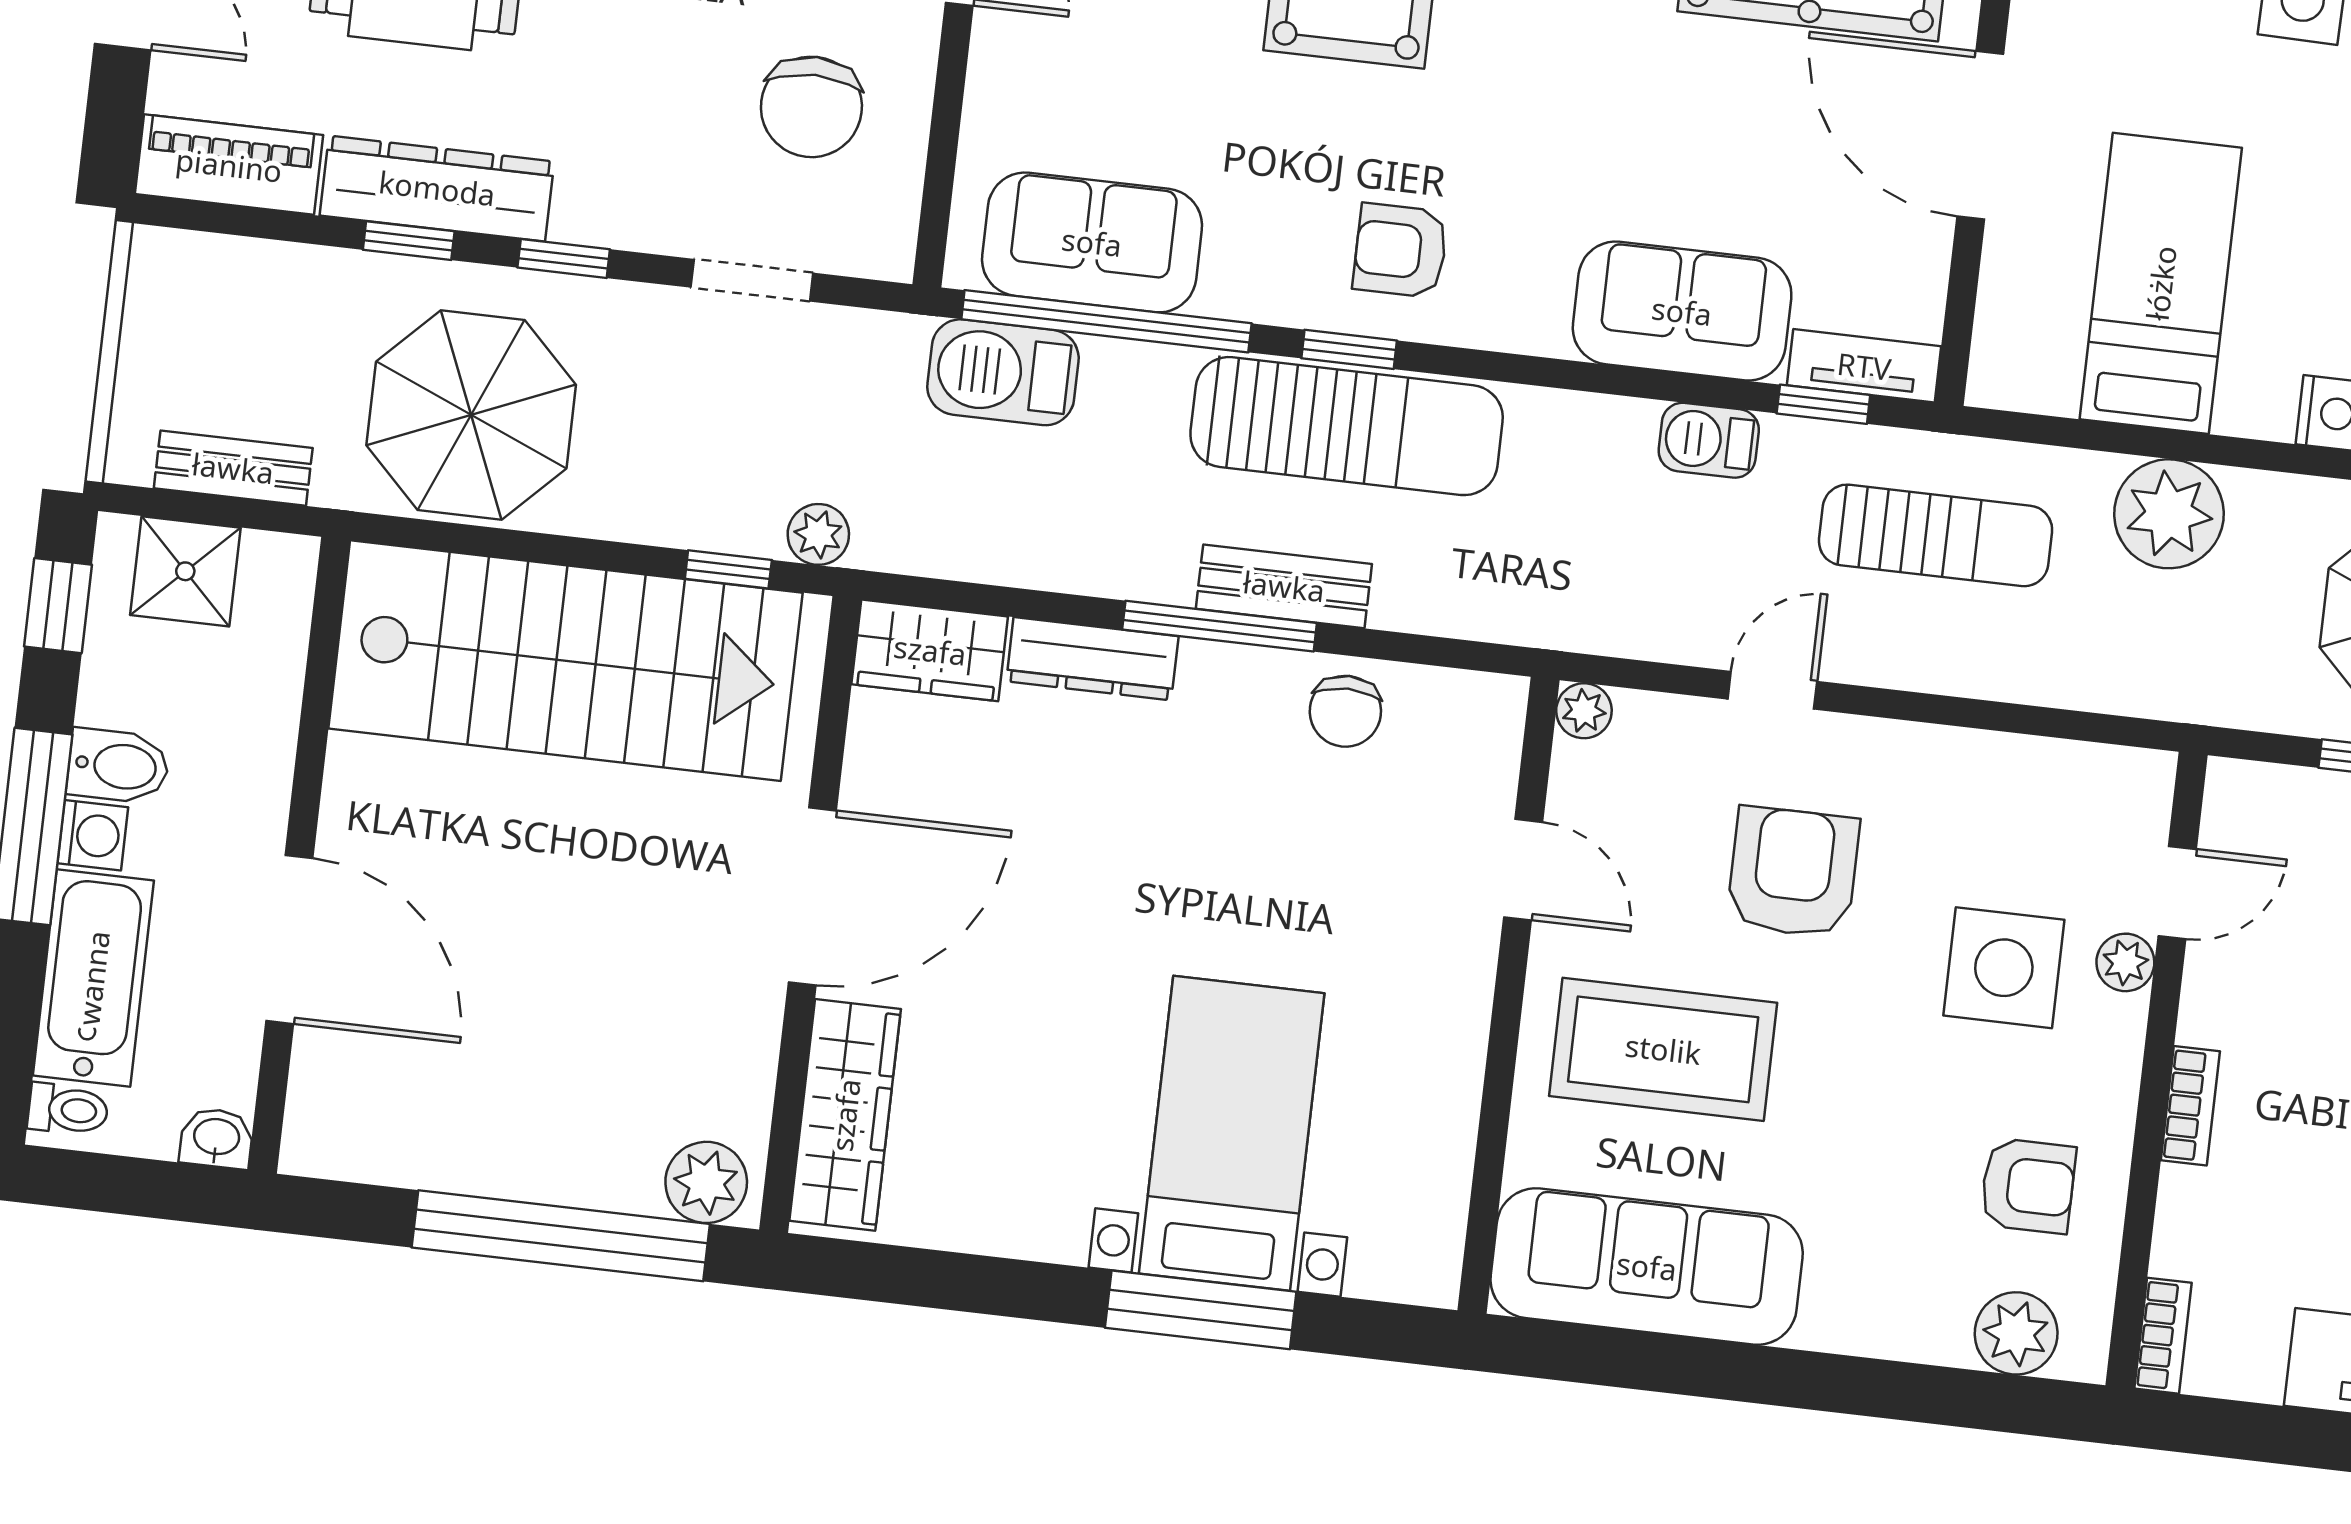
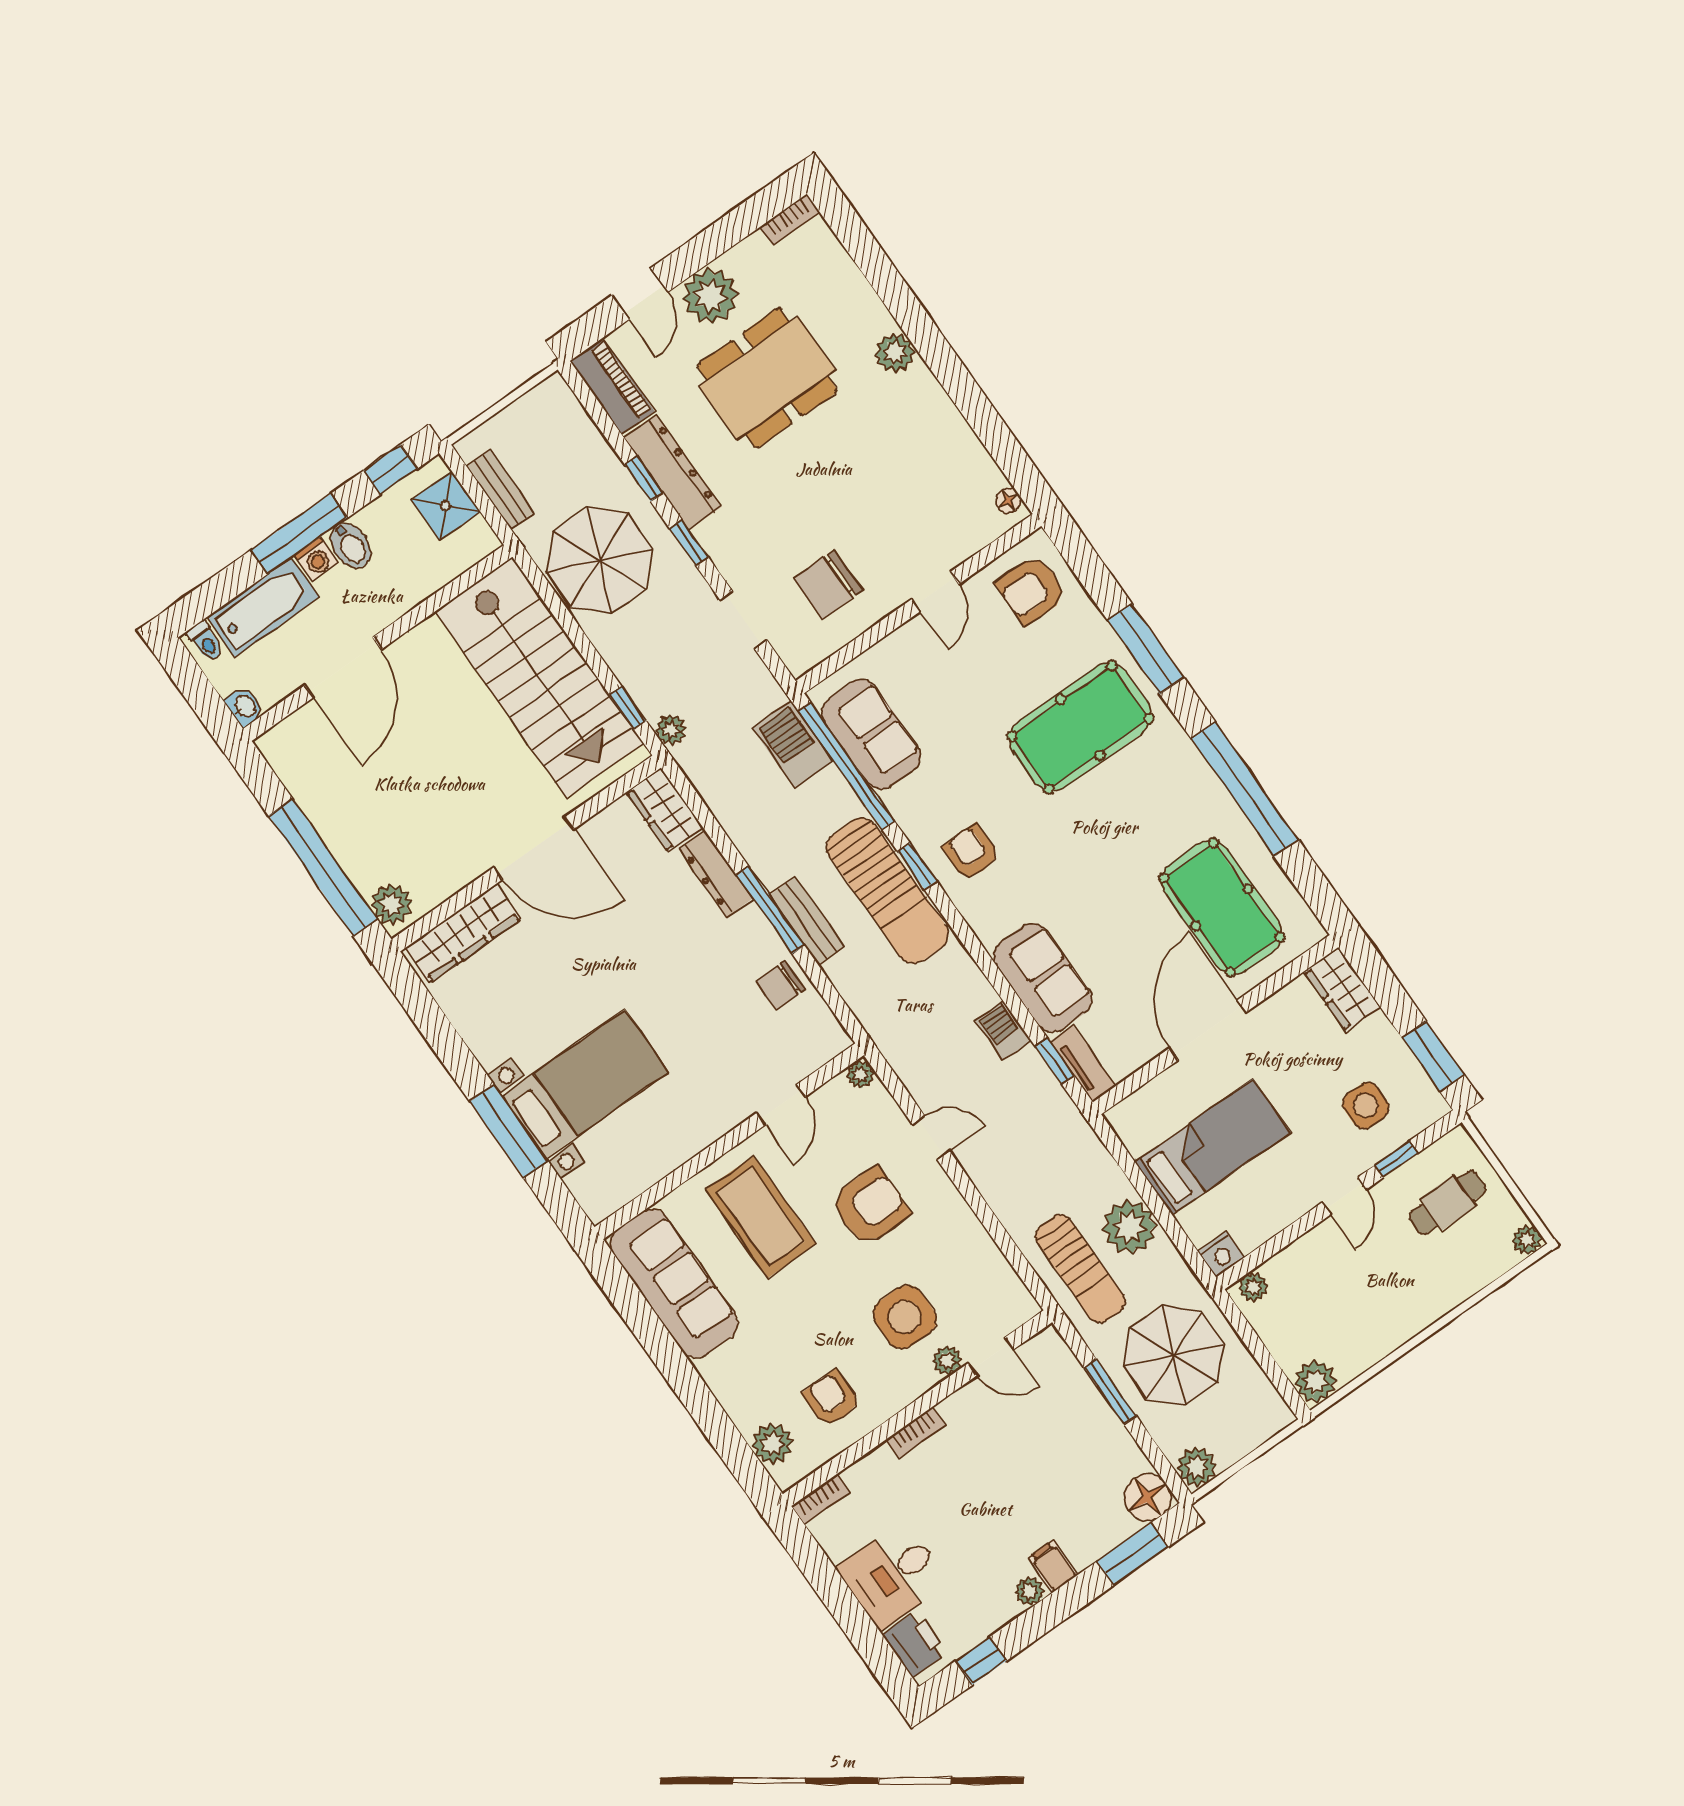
sun lounger: (1936, 535) -> (1080, 1269), moved
armchair: (2028, 1186) -> (831, 1399), turned 180

